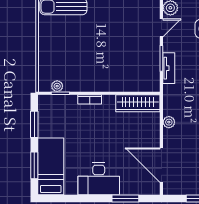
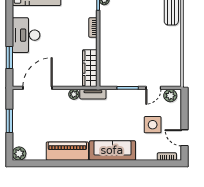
door: (161, 28) -> (153, 88), hinge flipped
tv unit: (169, 68) -> (93, 94), moved

